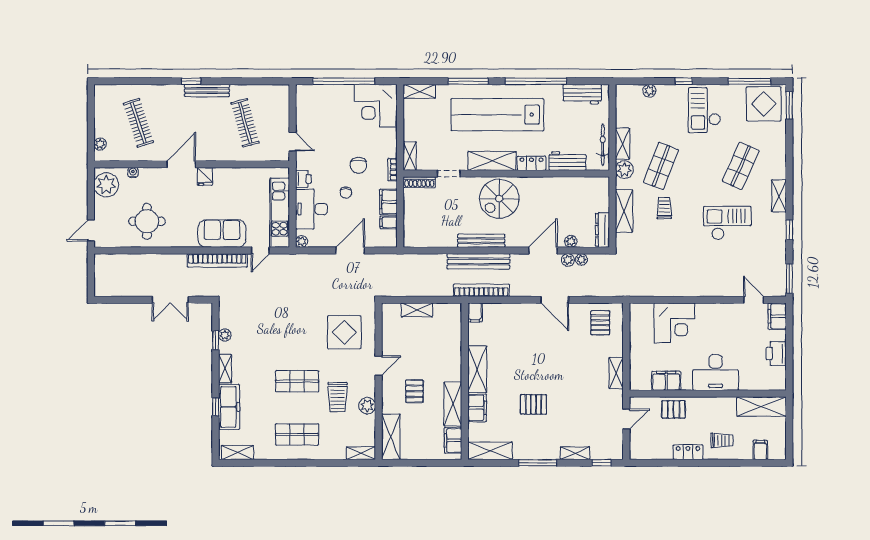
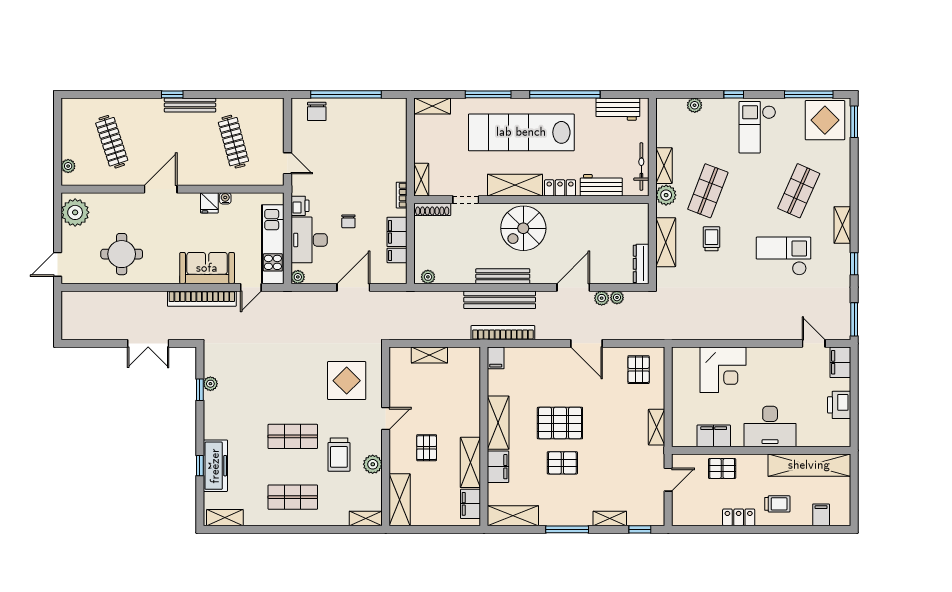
corner desk: (376, 106) -> (382, 122), removed
chair: (358, 165) -> (317, 111), moved
water cooler: (133, 172) -> (225, 198), moved
fridge: (205, 176) -> (209, 203), moved
plant: (571, 241) -> (428, 277), moved
shelving: (225, 369) -> (211, 422), removed
pallet: (531, 370) -> (560, 423), added
shelving: (762, 406) -> (809, 465), width x1.47

